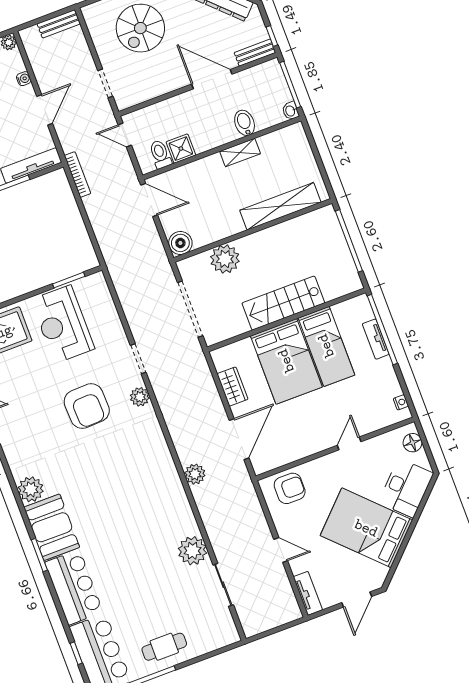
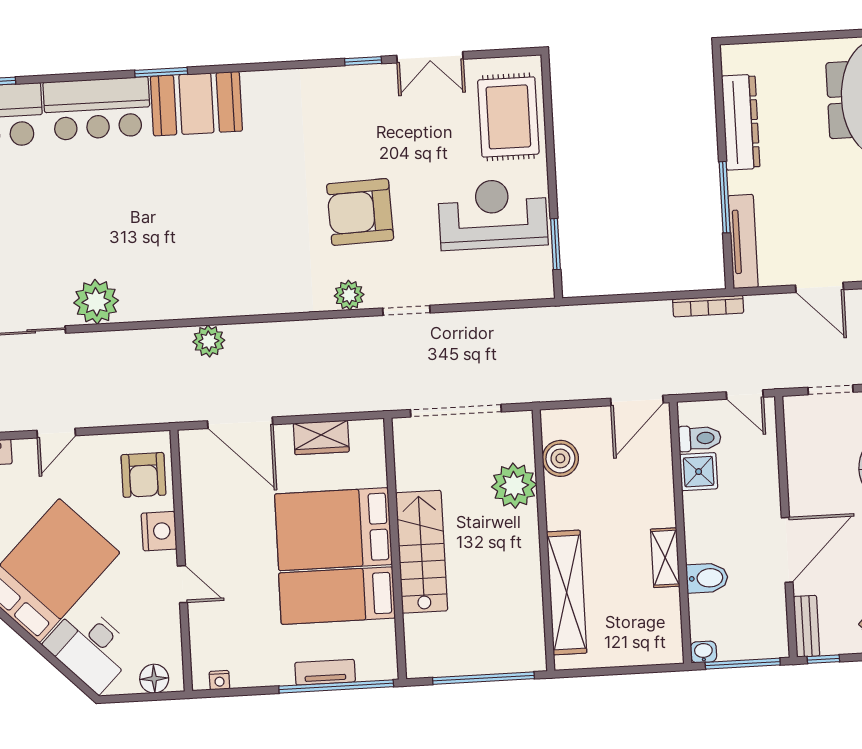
door: (125, 135) -> (745, 395), swing flipped
boiler: (180, 243) -> (560, 458), moved
nightstand: (321, 468) -> (159, 531), added
plant: (31, 489) -> (263, 90), removed

